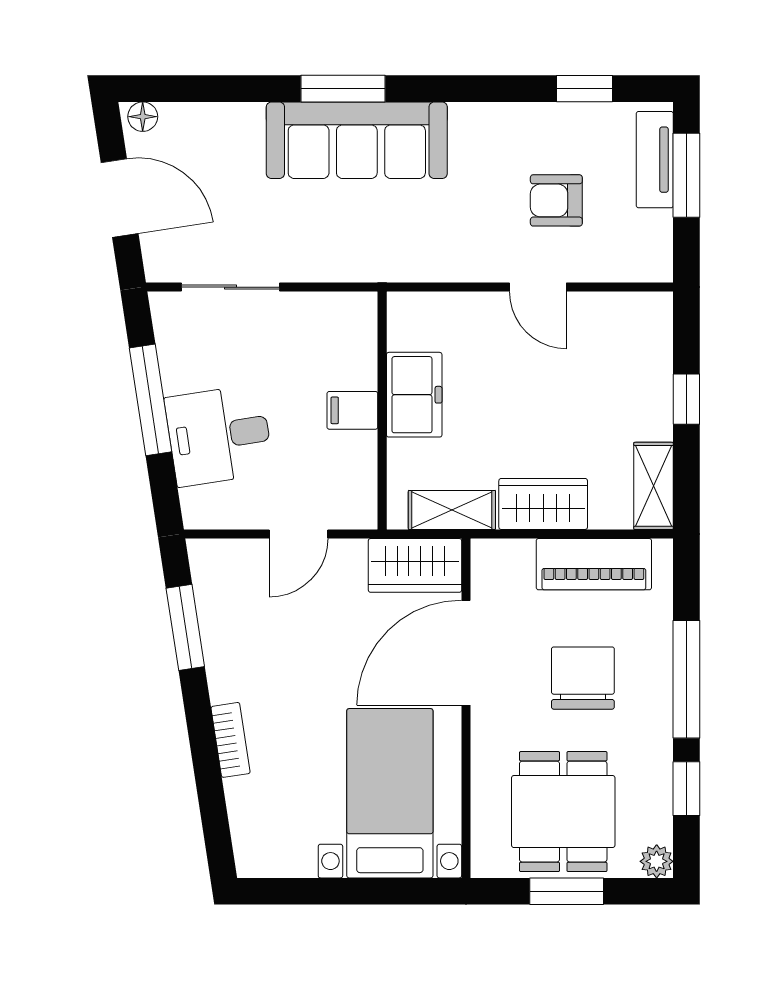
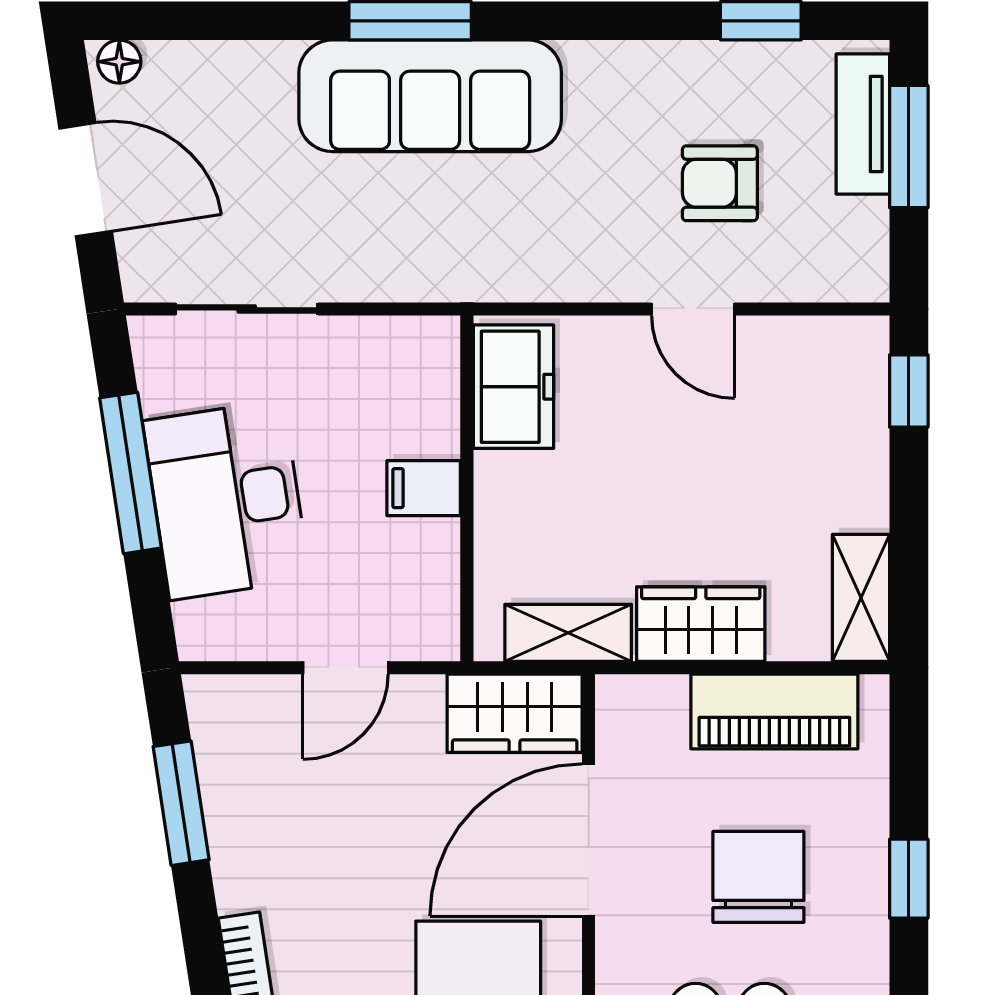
freezer: (414, 395) -> (513, 387), moved
window: (686, 399) -> (909, 391), moved
desk: (219, 435) -> (226, 500), width x1.37
window: (686, 679) -> (909, 879), width x0.46

